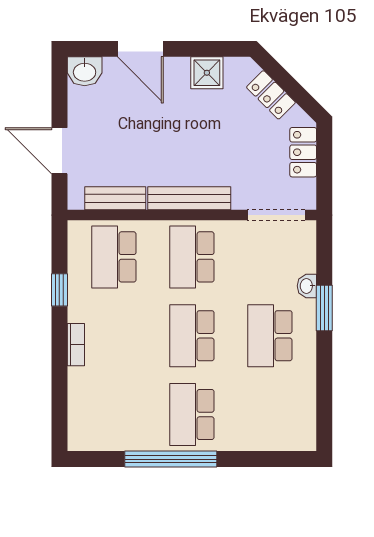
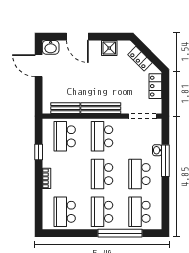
door: (59, 151) -> (39, 66), moved
window: (324, 308) -> (165, 161), width x1.44
school desk: (114, 415) -> (65, 212), added
school desk: (270, 415) -> (139, 212), added
window: (171, 459) -> (120, 233), moved

